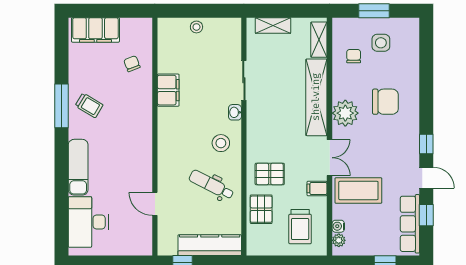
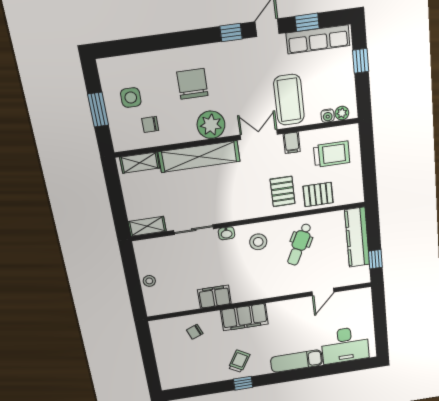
shelving: (273, 26) -> (147, 226), moved, turned 90
filing cabinet: (95, 30) -> (244, 317), moved, turned 90
window: (61, 106) -> (243, 383), width x0.46

